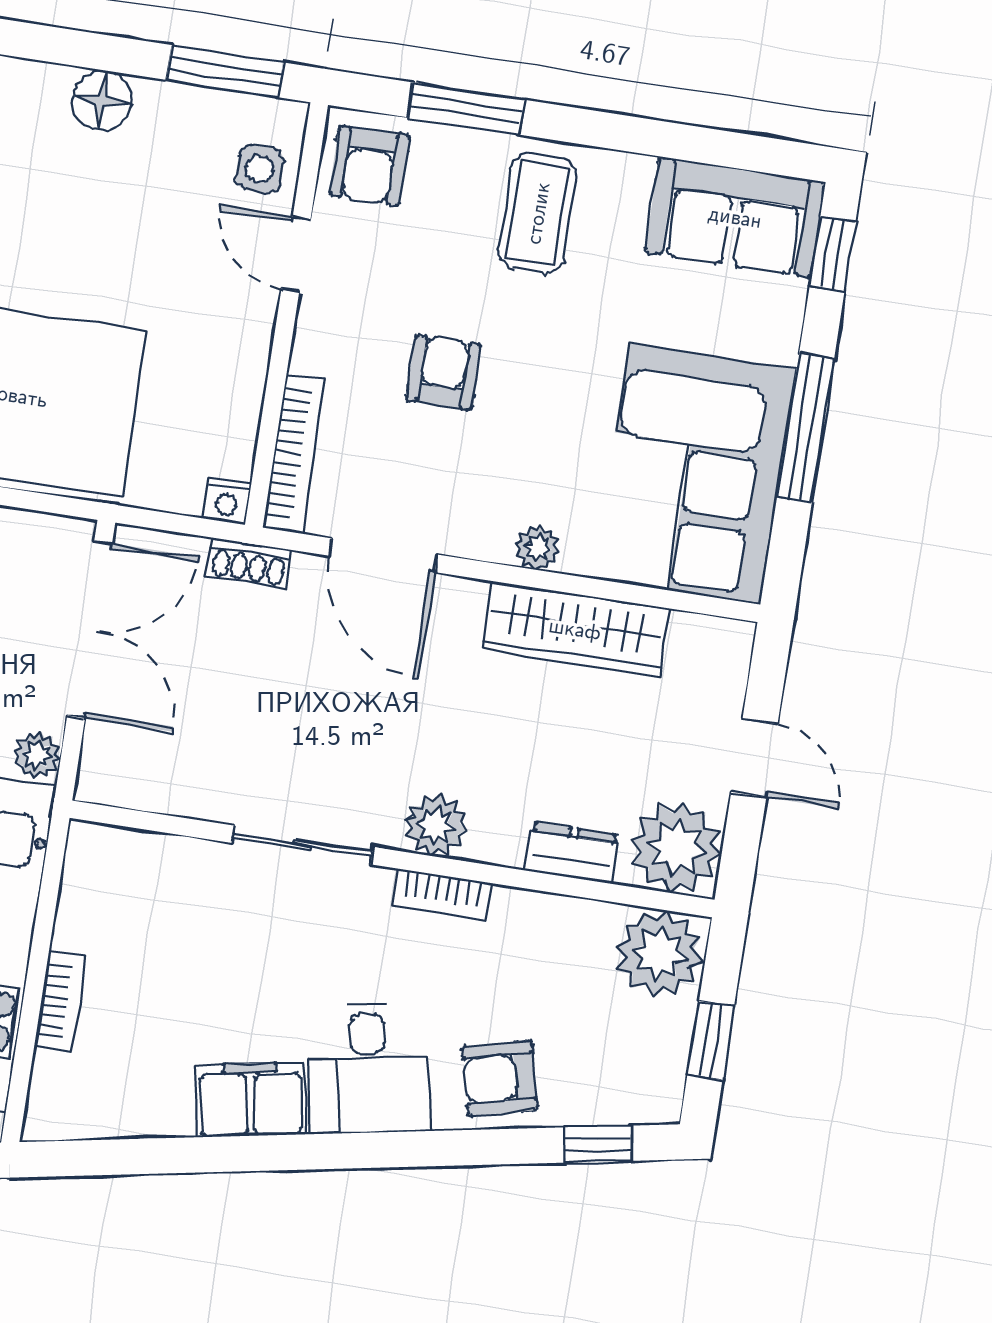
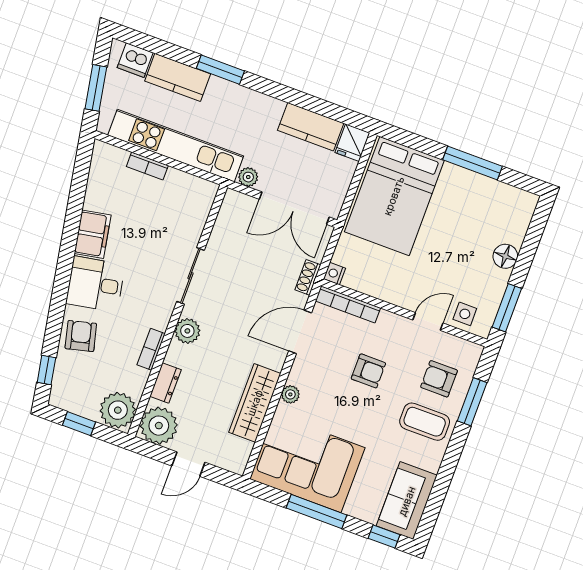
armchair: (369, 166) -> (439, 379), moved
bookcase: (442, 895) -> (151, 349), moved

